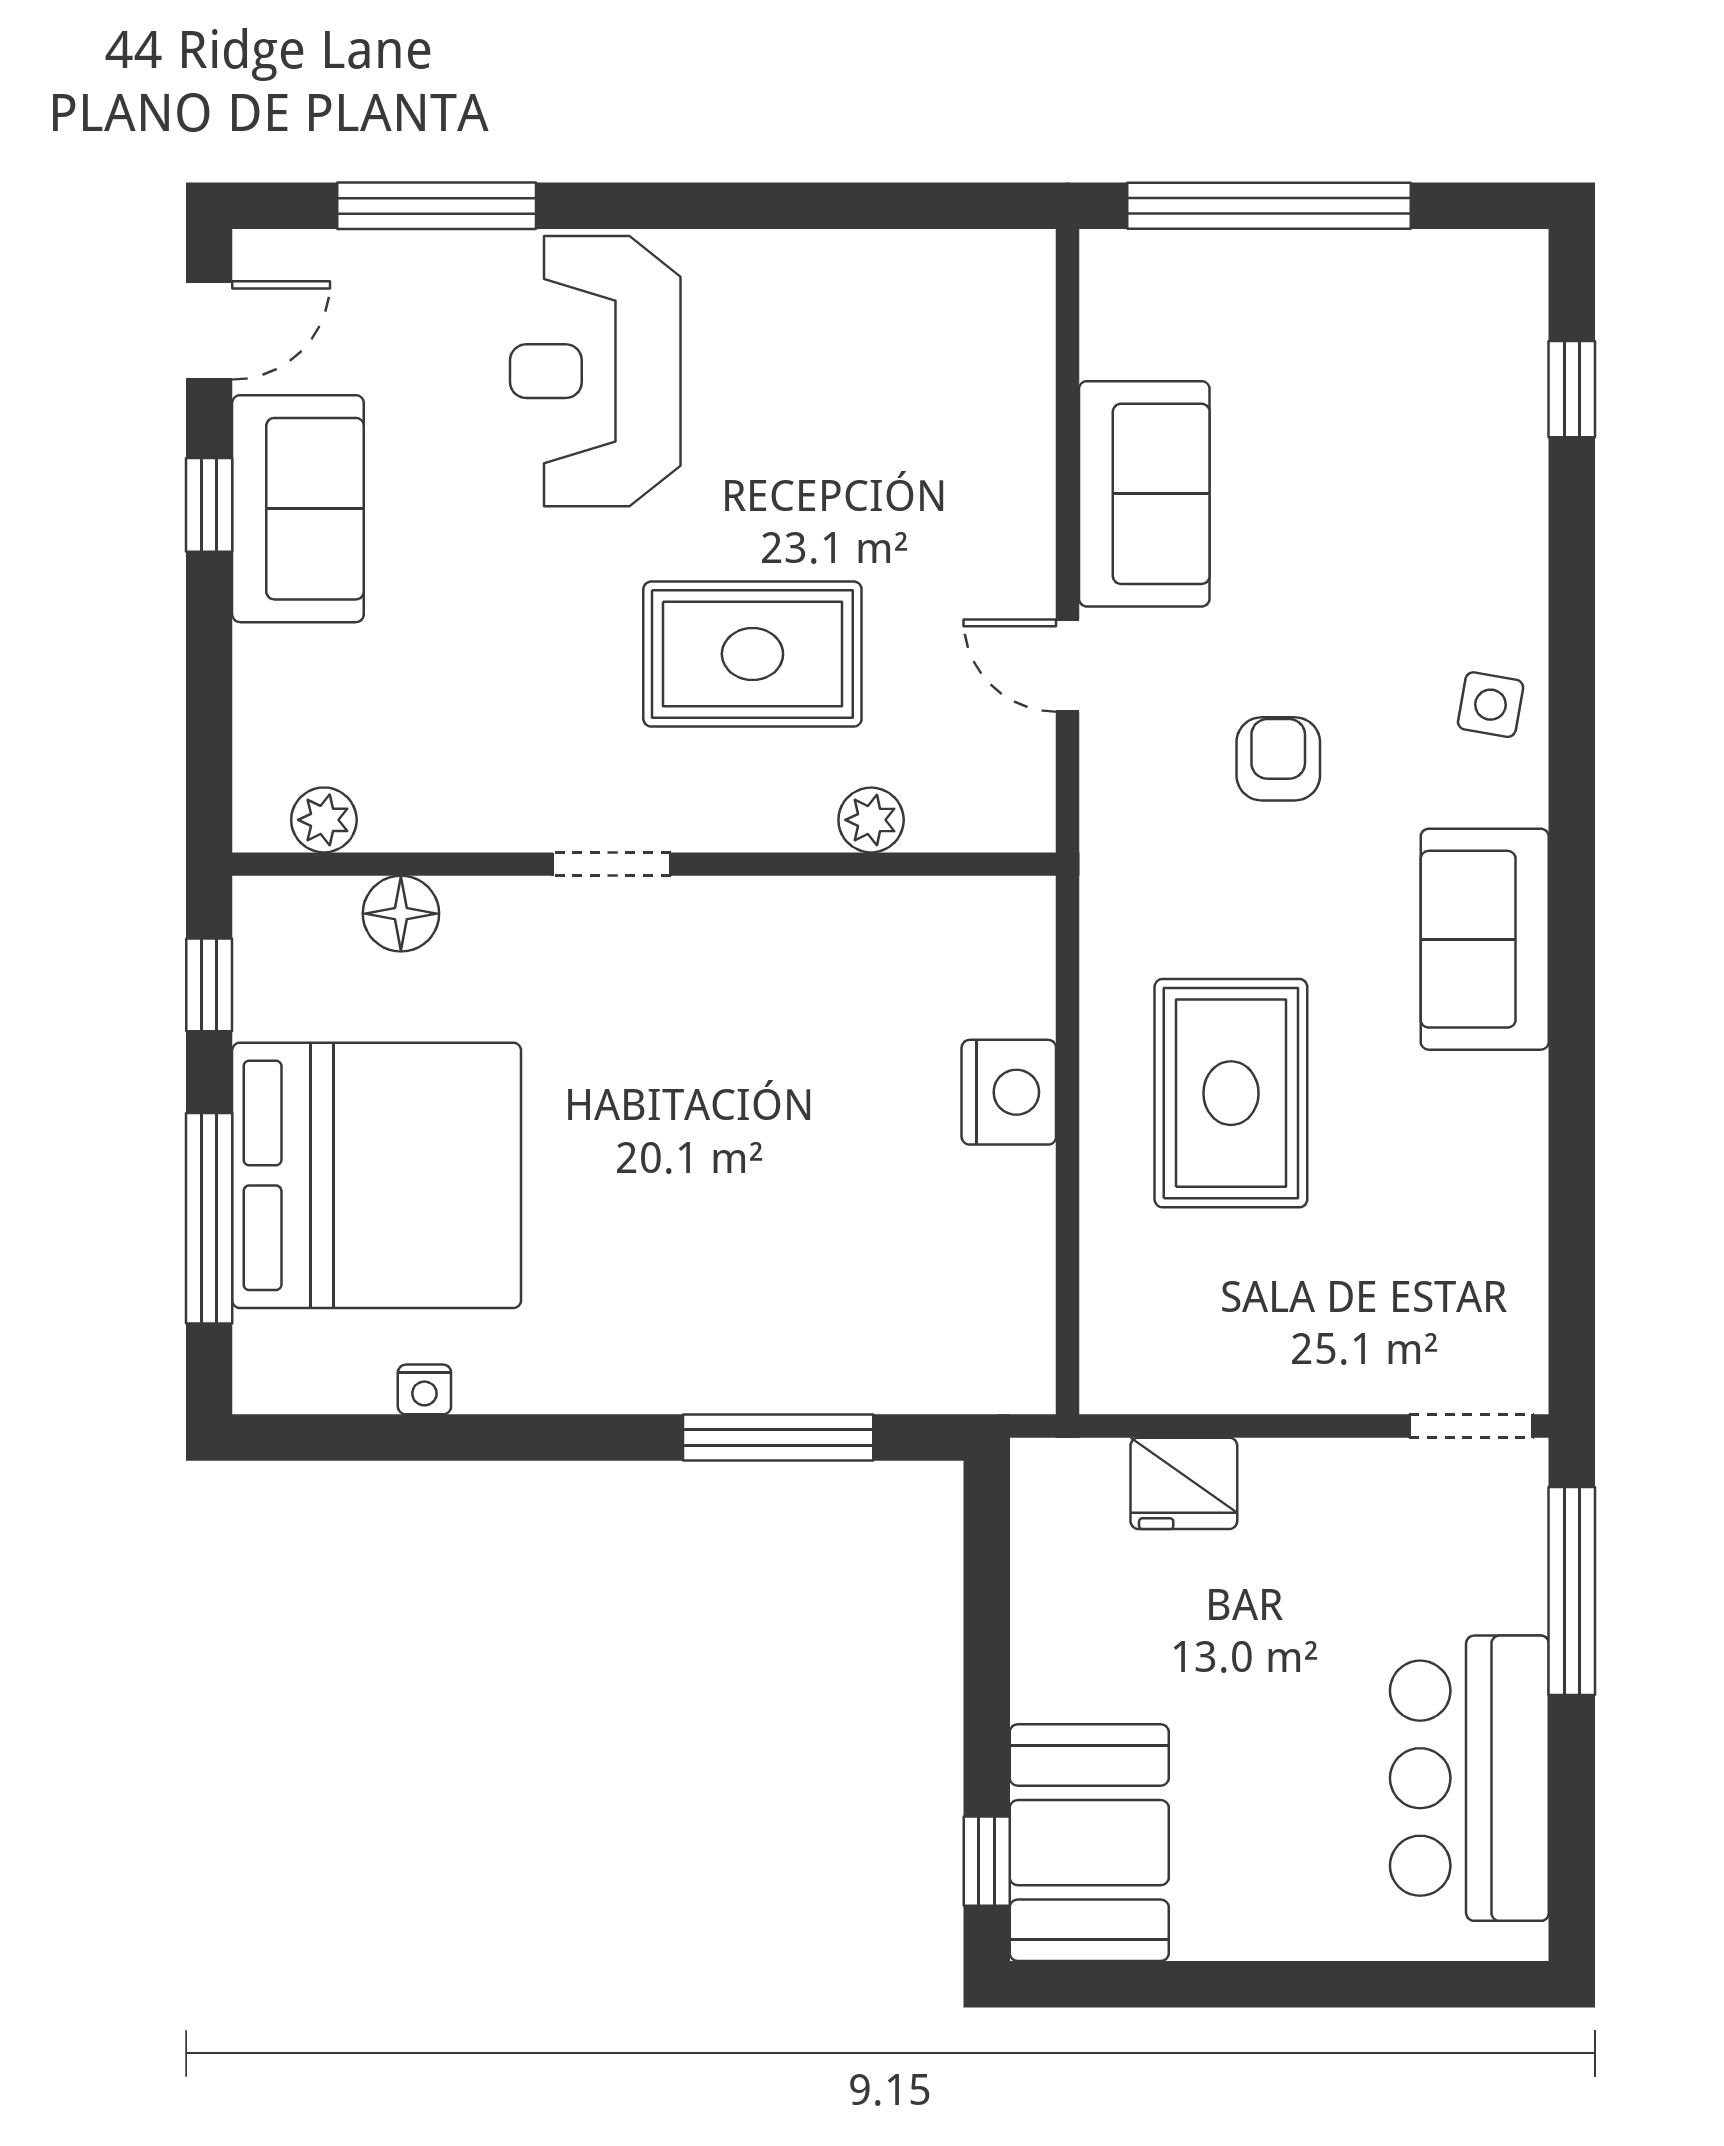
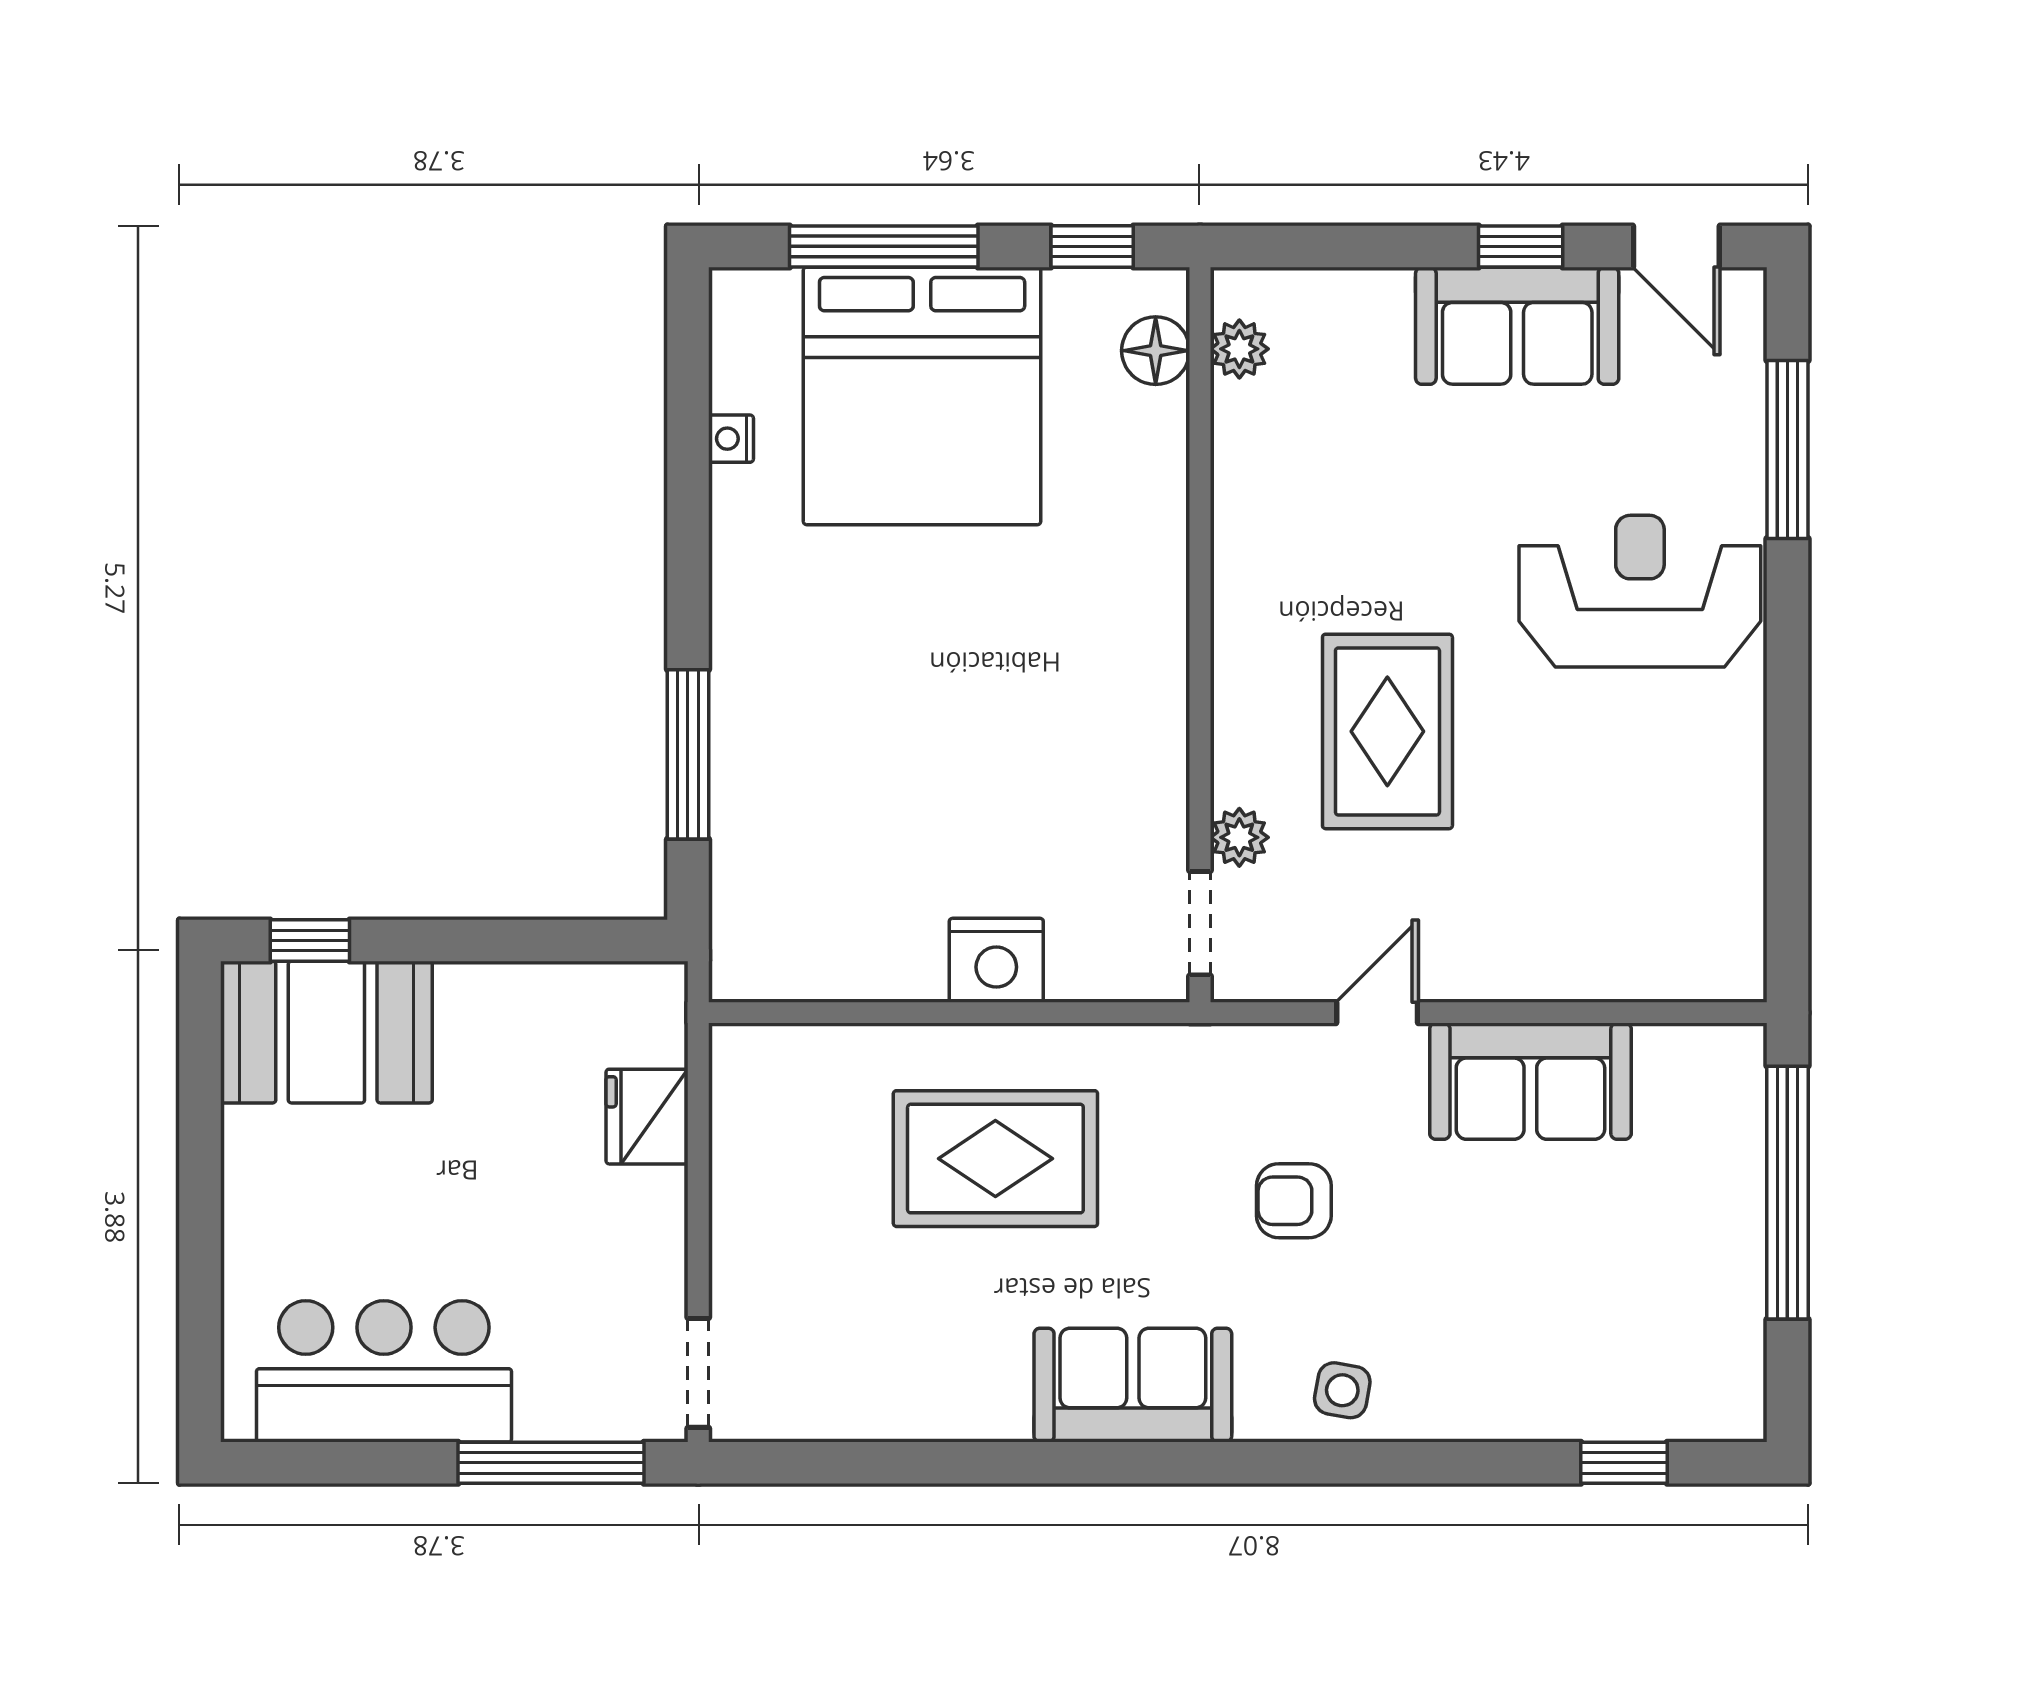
armchair: (1278, 759) -> (1294, 1201), turned 180
doorway: (612, 864) -> (1200, 923), moved
floor lamp: (401, 914) -> (1156, 351), moved

